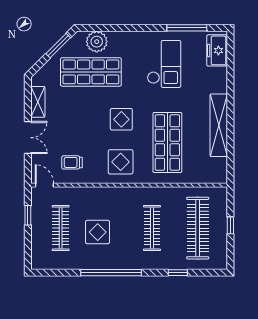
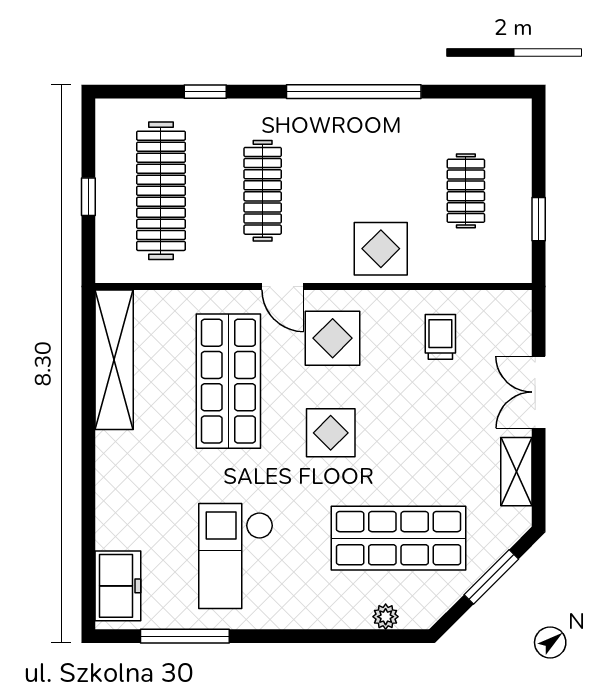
plant: (97, 42) -> (386, 617), width x0.53, depth x0.53
window: (58, 46) -> (491, 577), moved
shelving: (219, 125) -> (114, 360), moved
trolley: (72, 162) -> (440, 337), turned -90
door: (44, 185) -> (283, 287), moved
clothes rail: (61, 228) -> (466, 191), width x0.73
display table: (98, 232) -> (381, 249), moved

